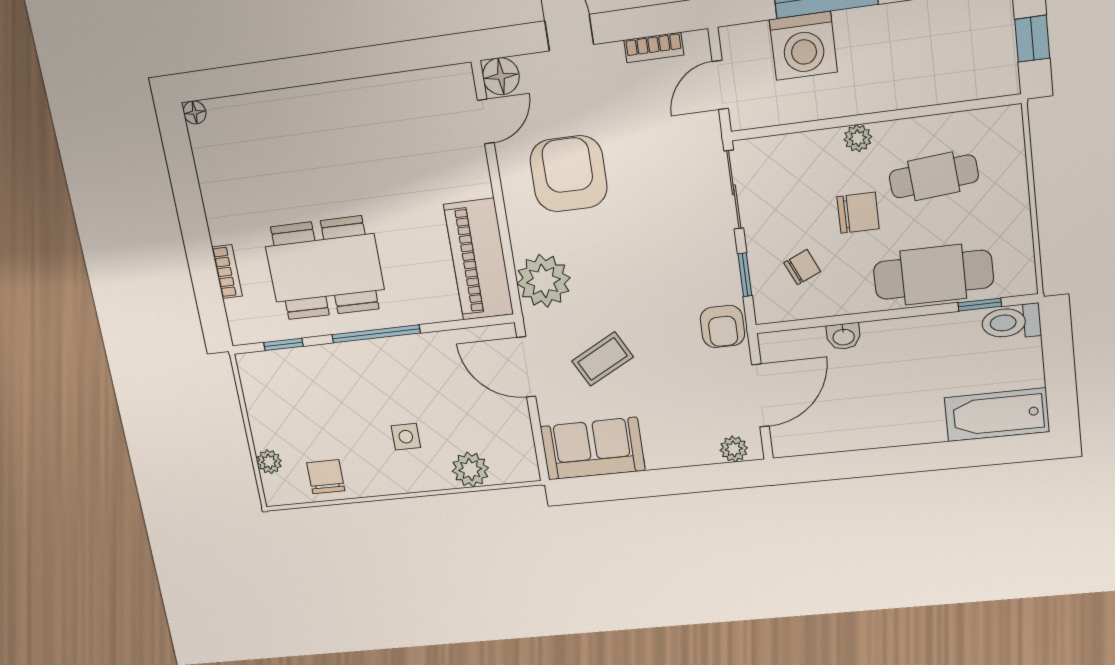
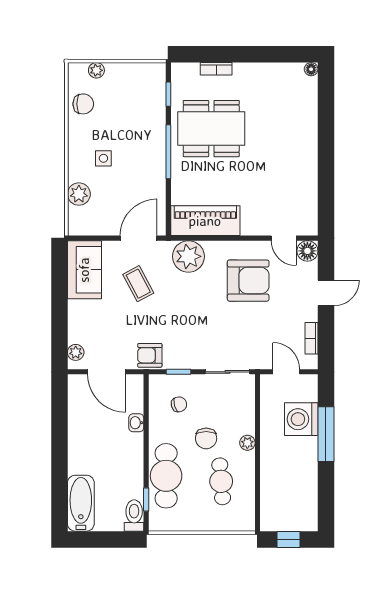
chair: (802, 267) -> (179, 404), turned -81
dining table: (325, 268) -> (211, 129), turned 90

